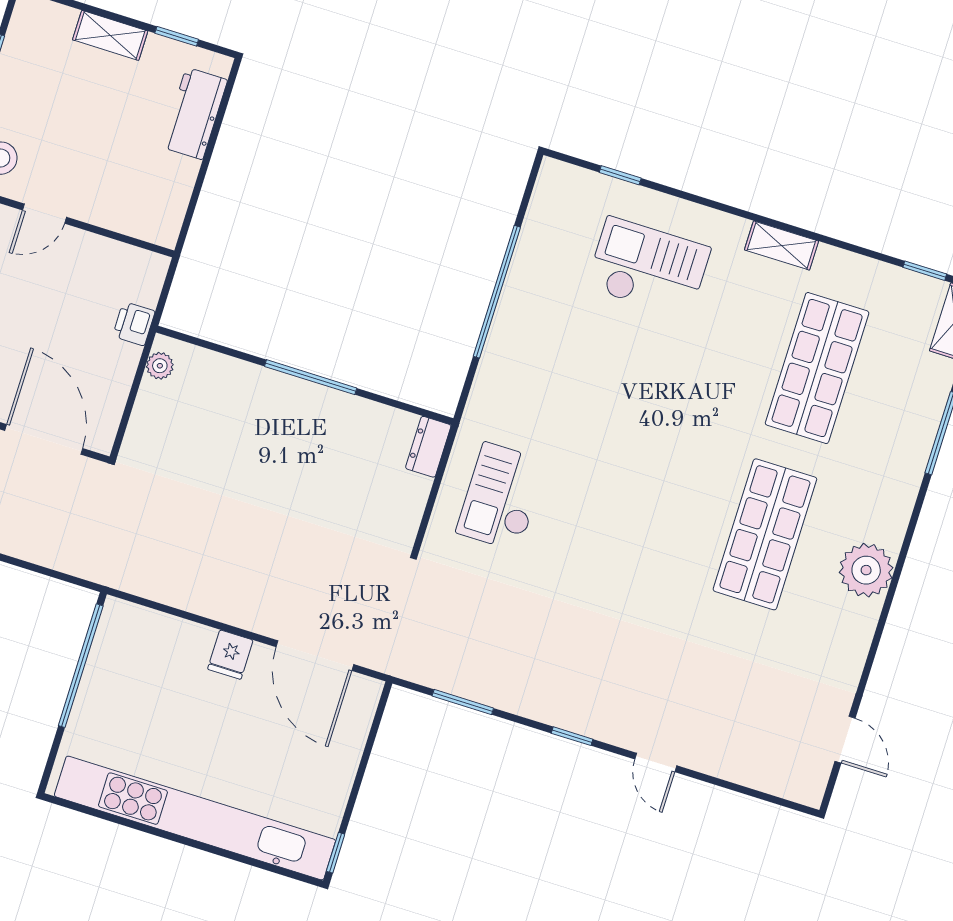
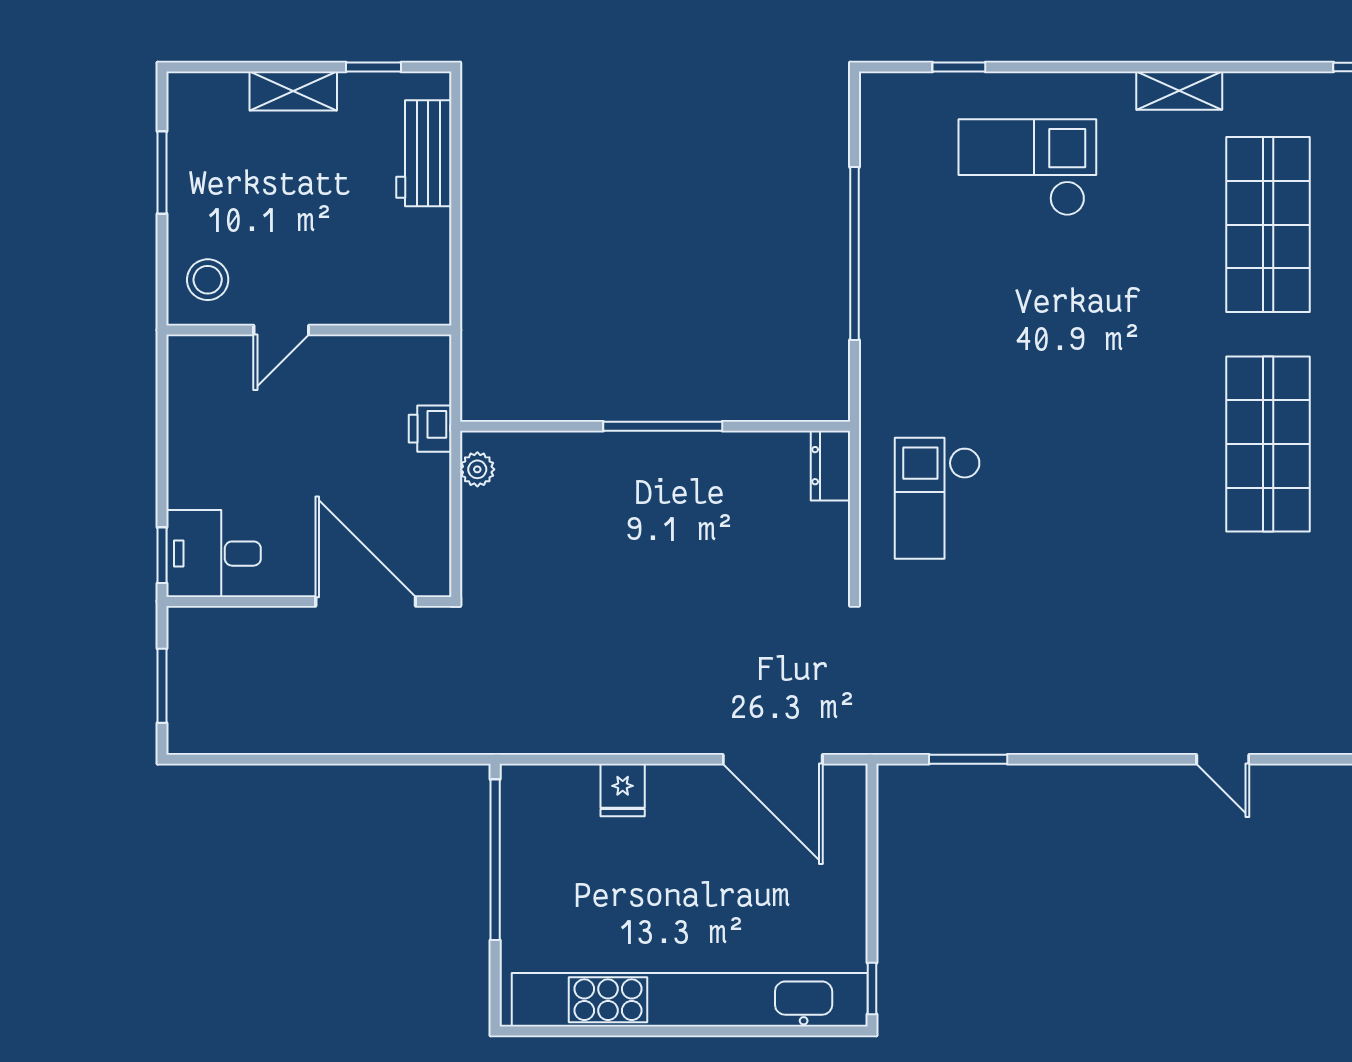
fridge: (230, 655) -> (623, 790), moved
window: (572, 736) -> (1112, 759), removed

